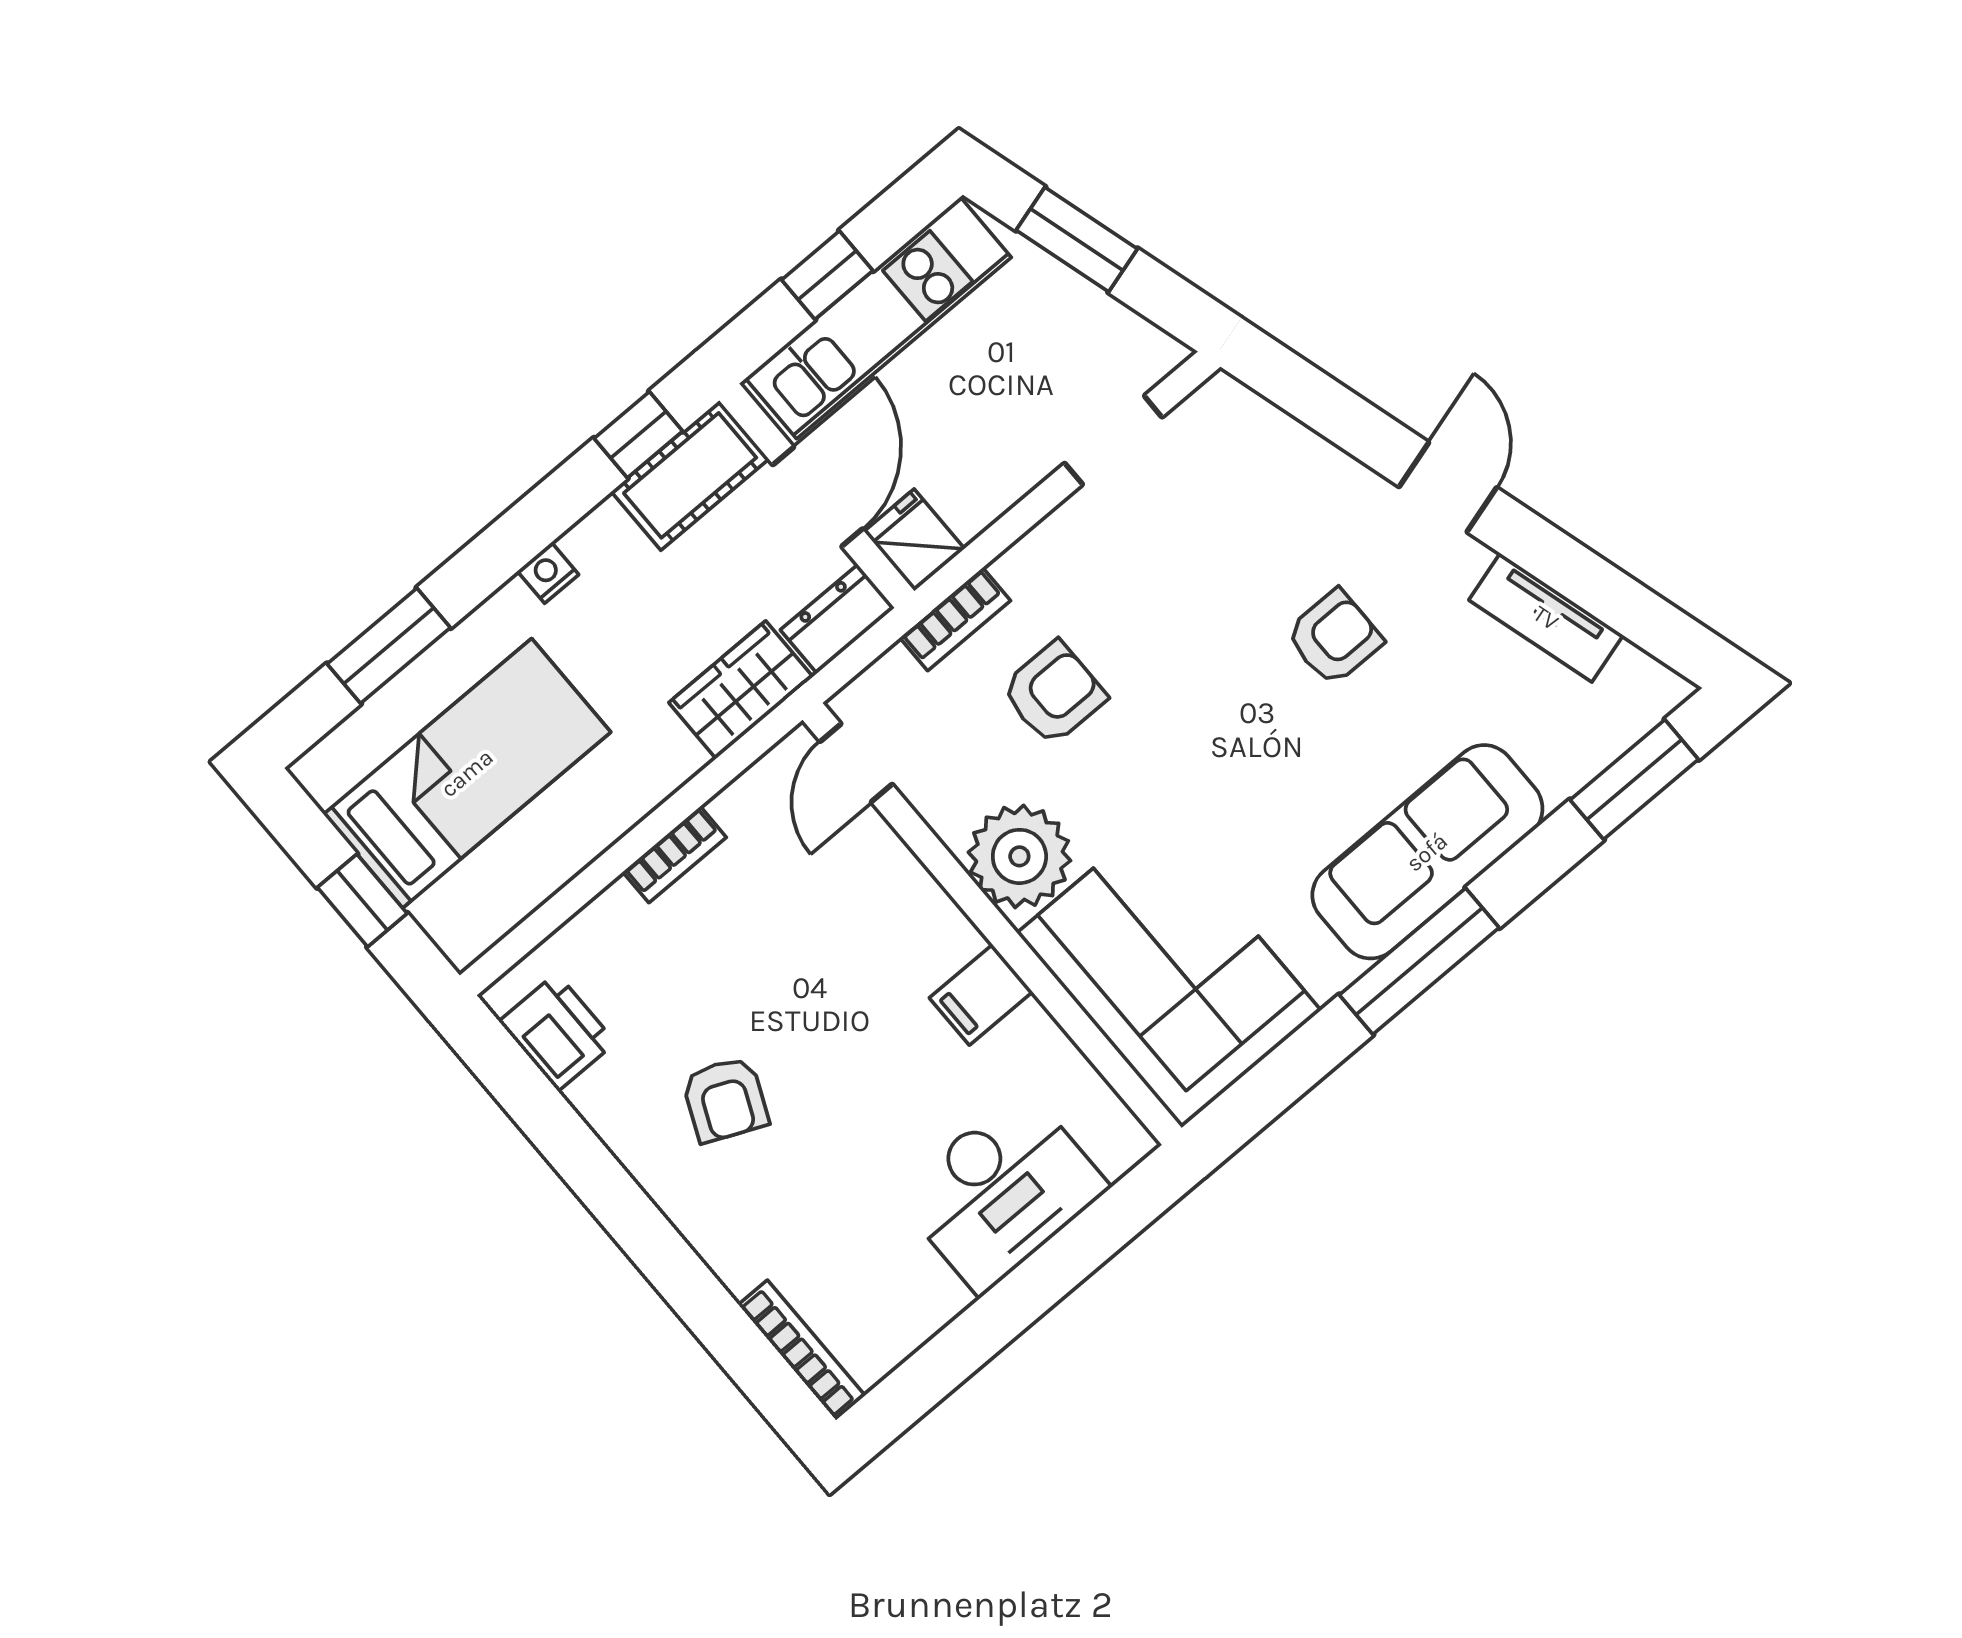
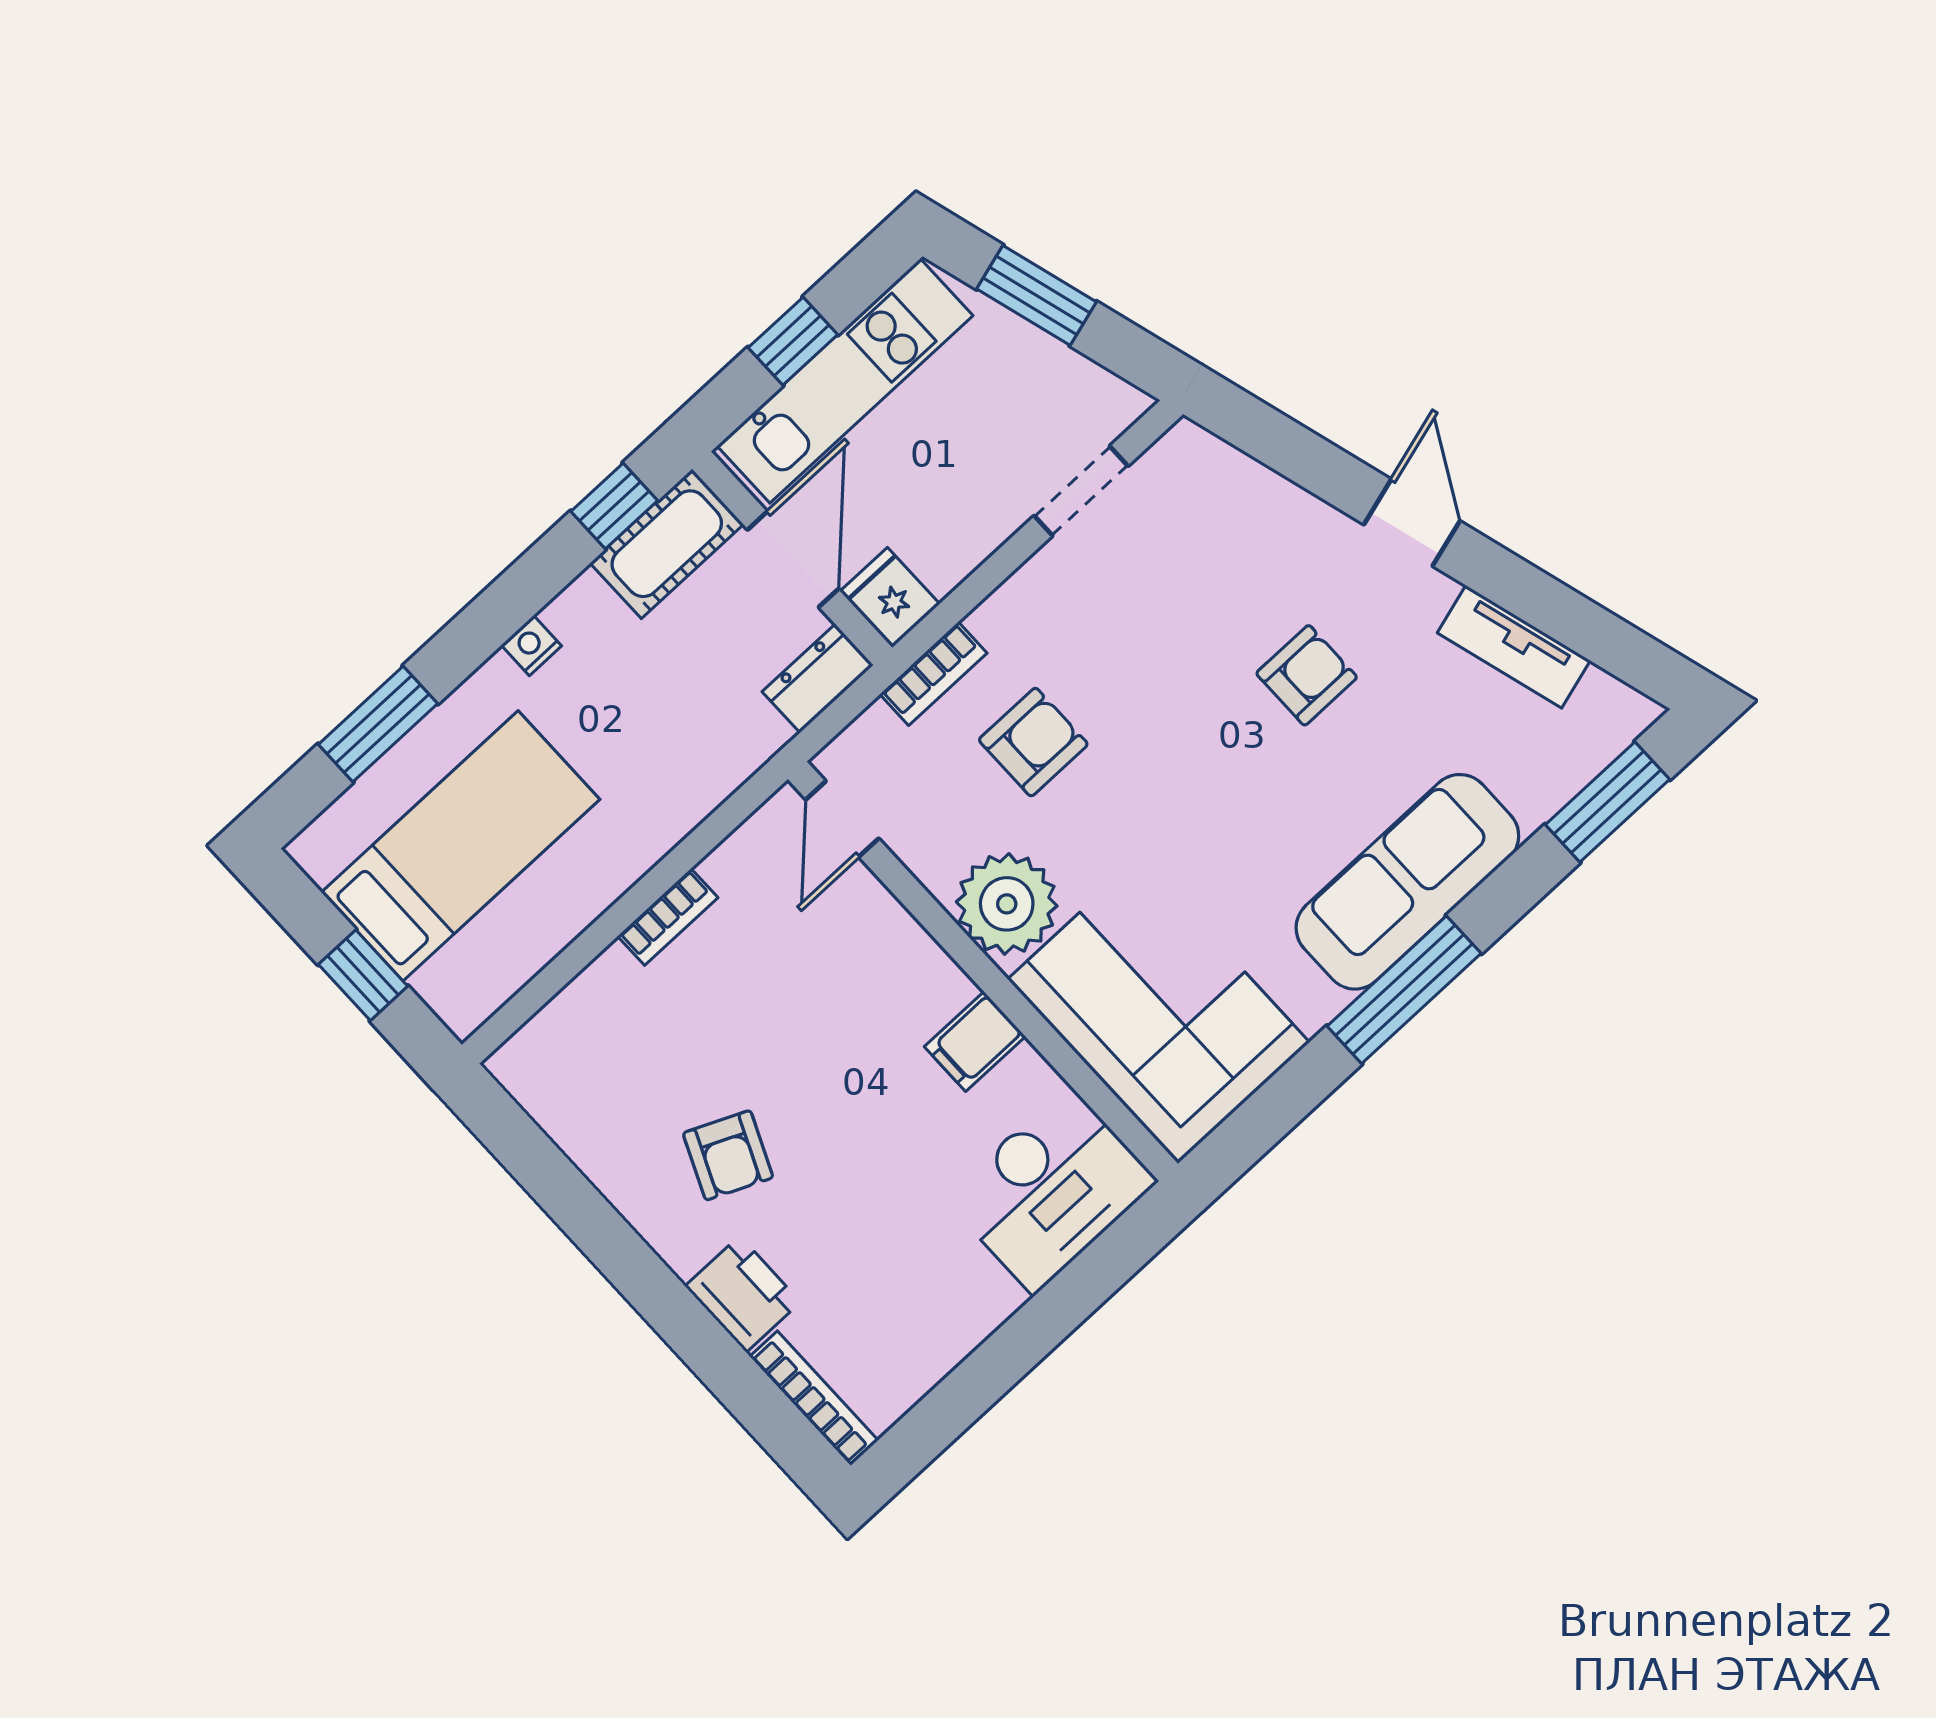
wardrobe: (741, 690) -> (726, 752), removed
printer: (557, 1032) -> (743, 1294), moved
desk: (1002, 1191) -> (1051, 1190), moved

